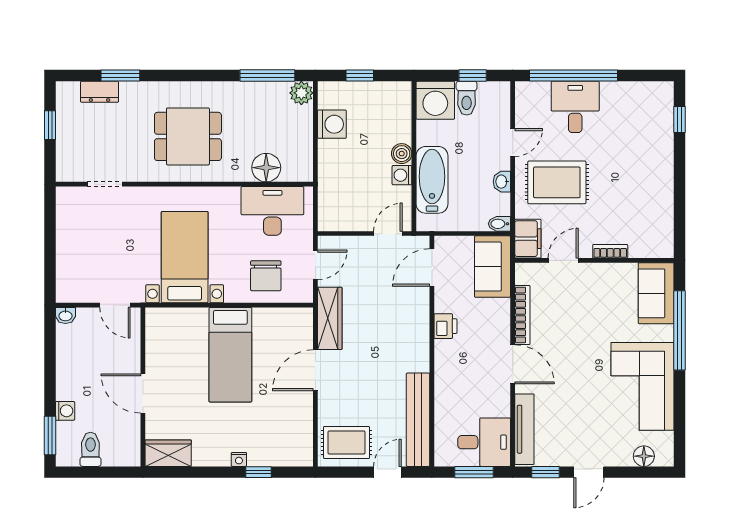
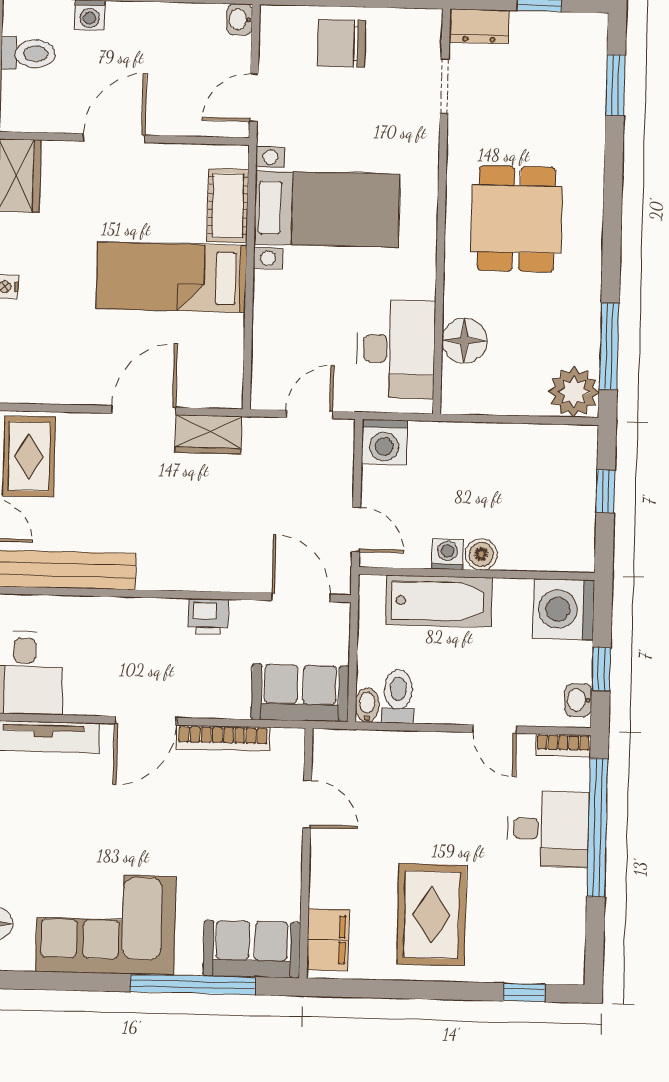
window: (120, 76) -> (616, 85), moved
dresser: (100, 92) -> (479, 26), moved, turned -90
plant: (301, 93) -> (574, 392), width x1.36, depth x1.36
toilet: (467, 98) -> (398, 696), moved, turned 90
washing machine: (332, 124) -> (384, 442), moved
washbasin: (502, 182) -> (578, 700), moved, turned -90
rug: (557, 182) -> (432, 915), moved
filing cabinet: (528, 239) -> (328, 940), moved, turned -90
bookcase: (610, 251) -> (563, 745), moved, turned 90
door: (315, 265) -> (310, 414), swing flipped
chair: (266, 276) -> (341, 43), moved
wardrobe: (330, 318) -> (208, 434), width x0.67
cot: (184, 320) -> (228, 206), added
door: (315, 370) -> (144, 410), hinge flipped

